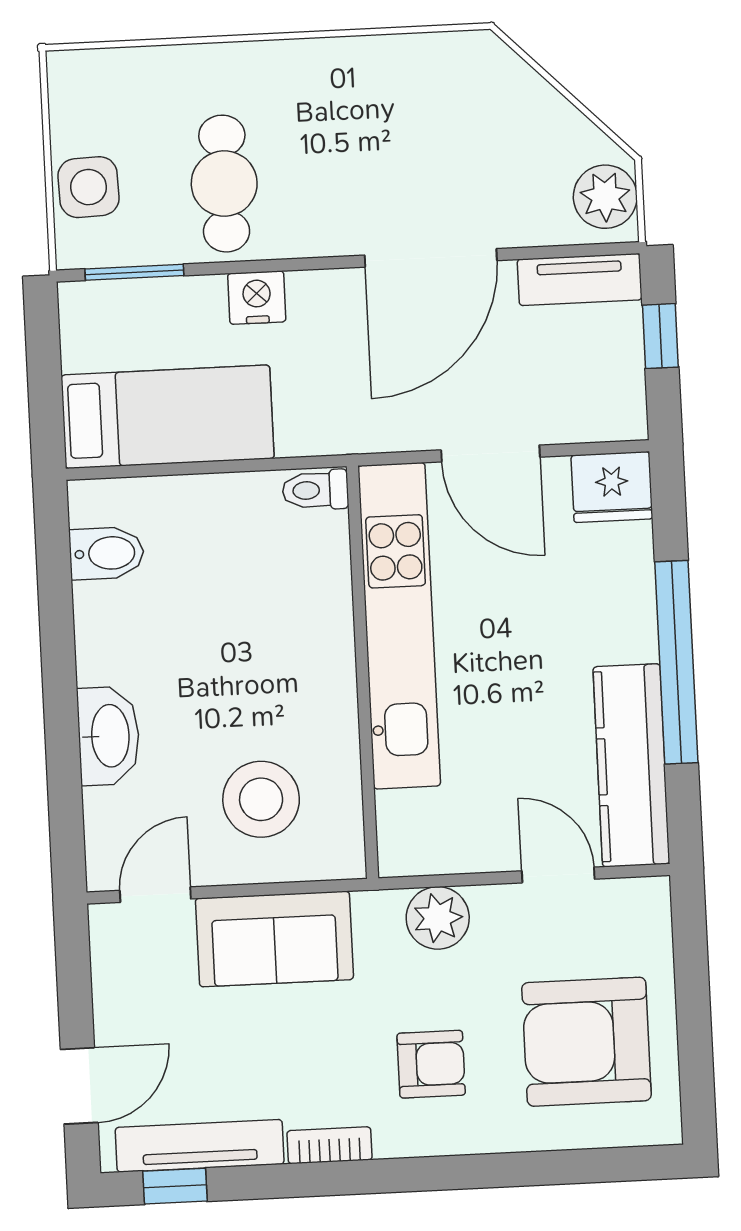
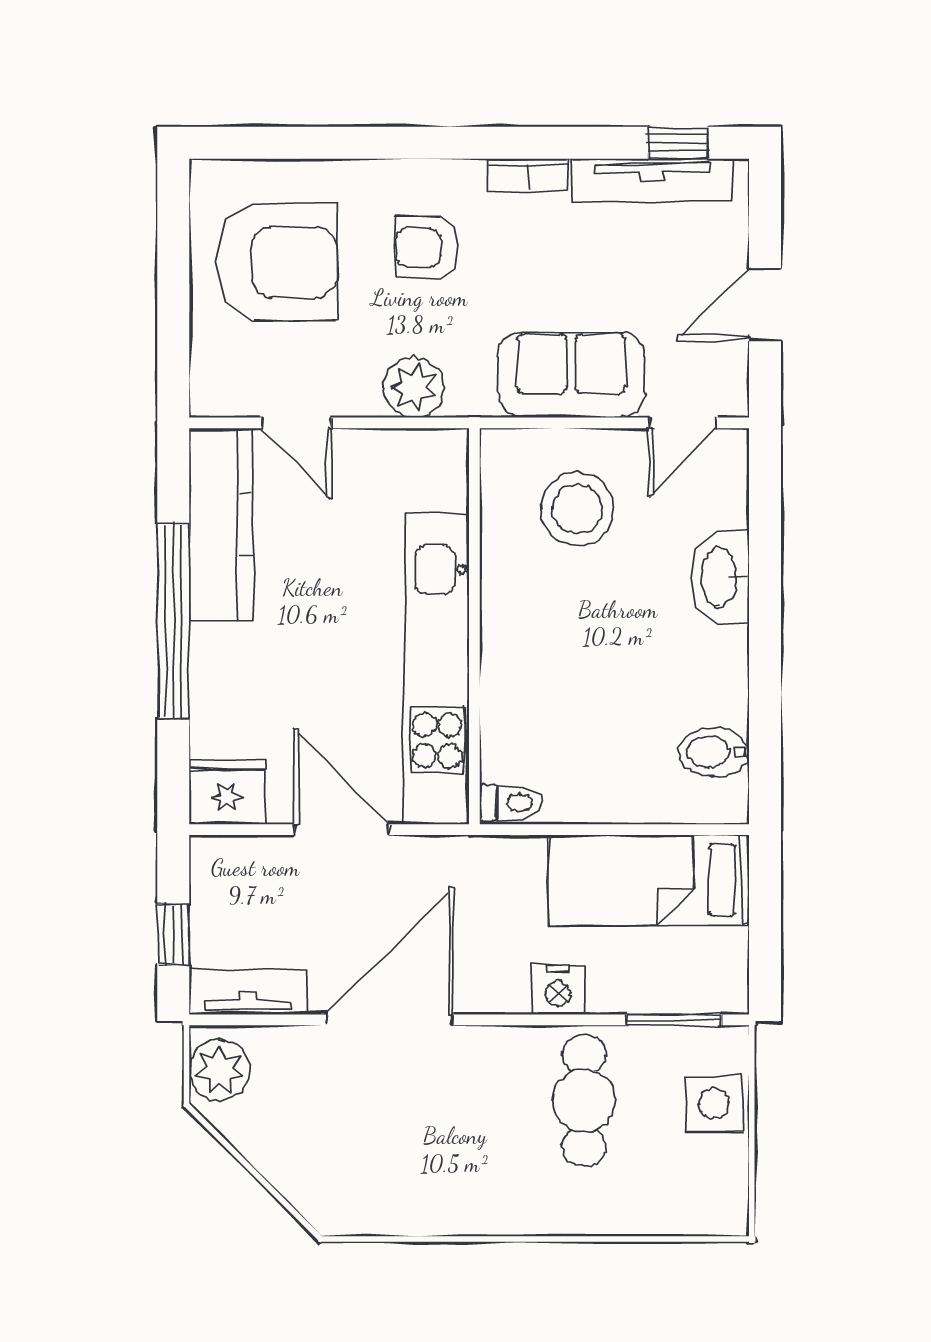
door: (79, 1086) -> (765, 304), moved

